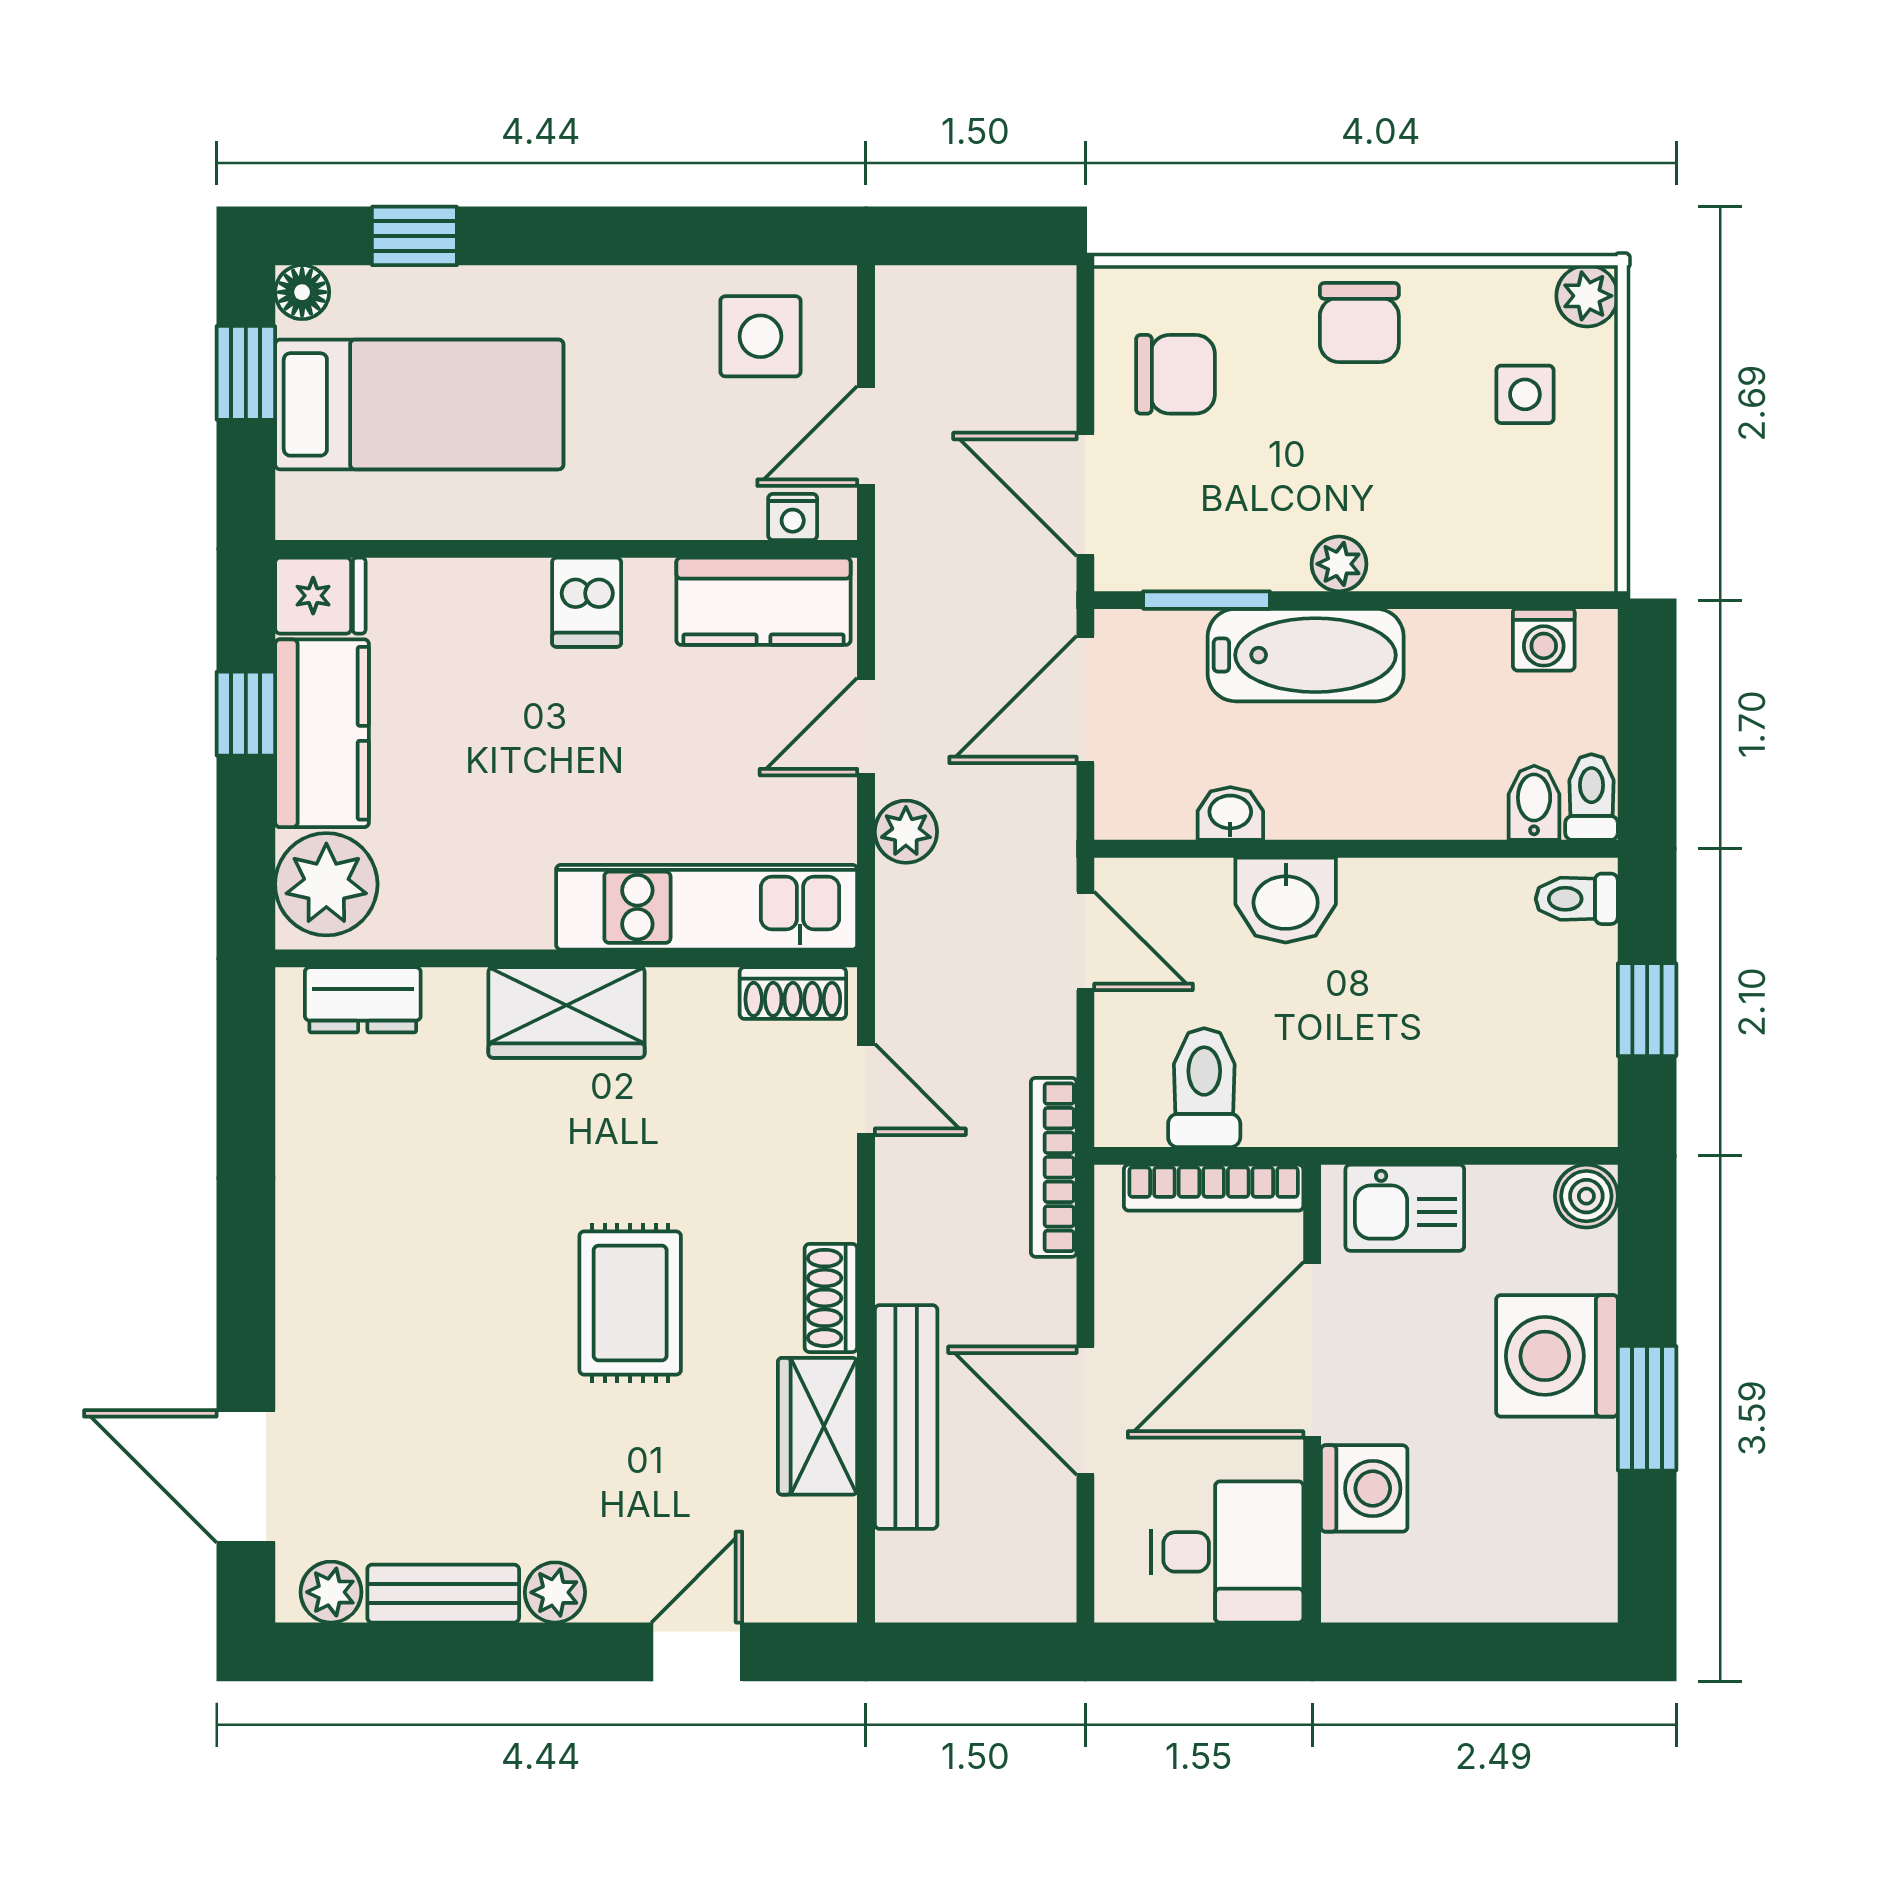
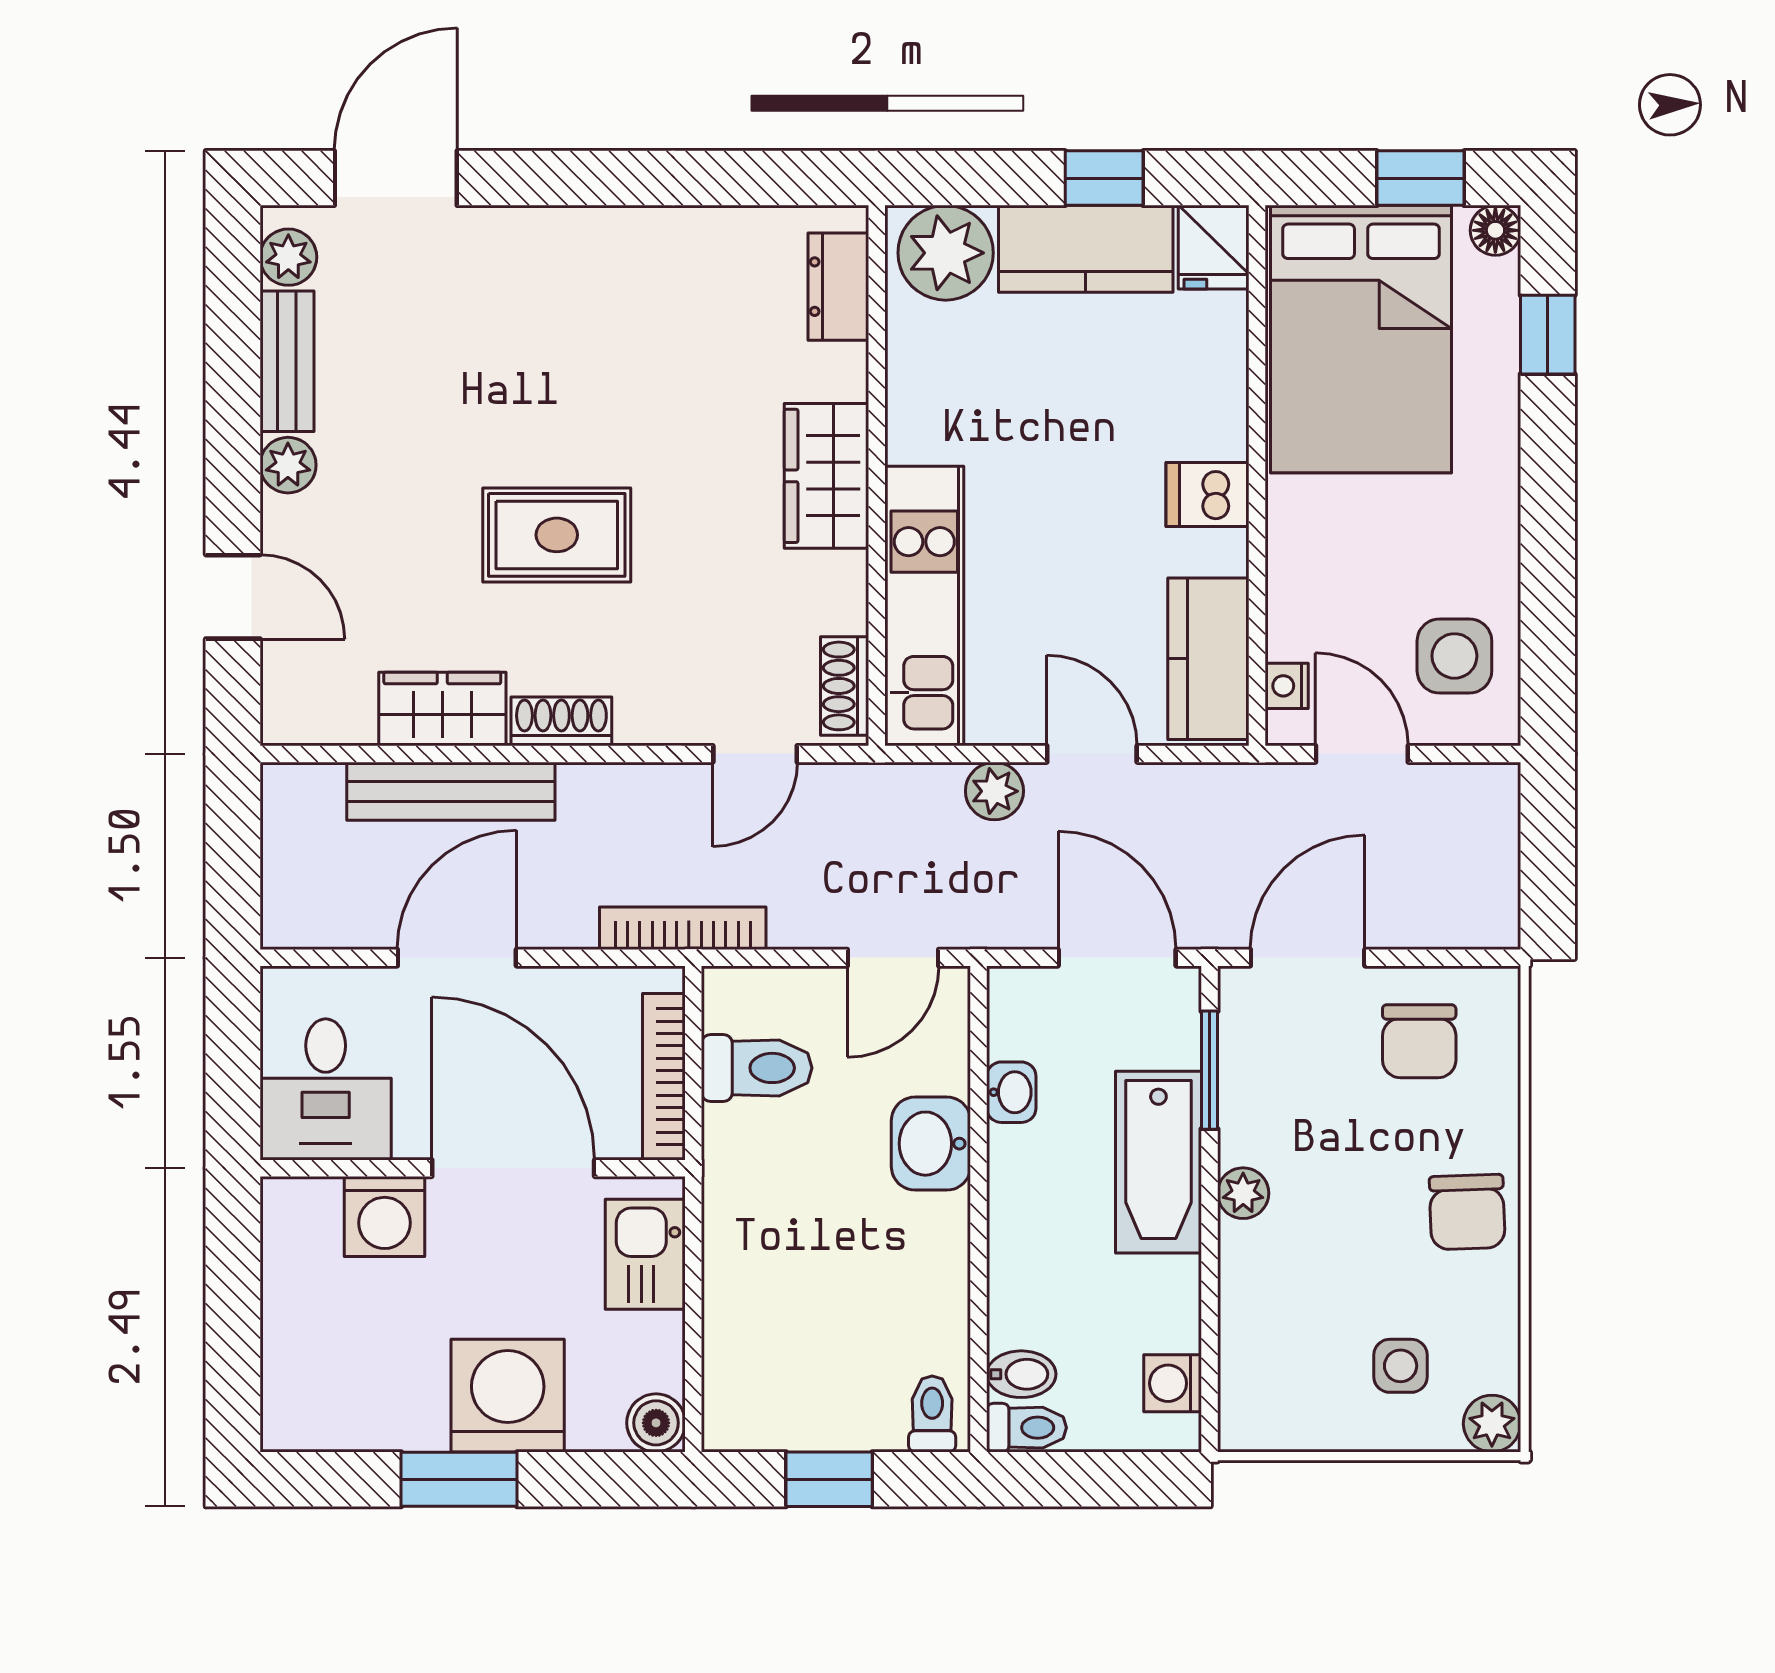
chair: (1359, 323) -> (1467, 1212), turned -92
bed: (419, 404) -> (1361, 339), width x1.50

